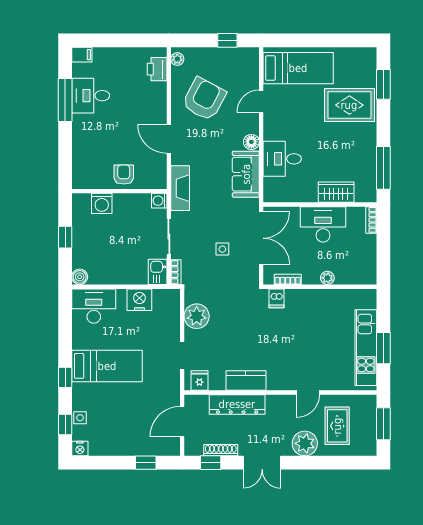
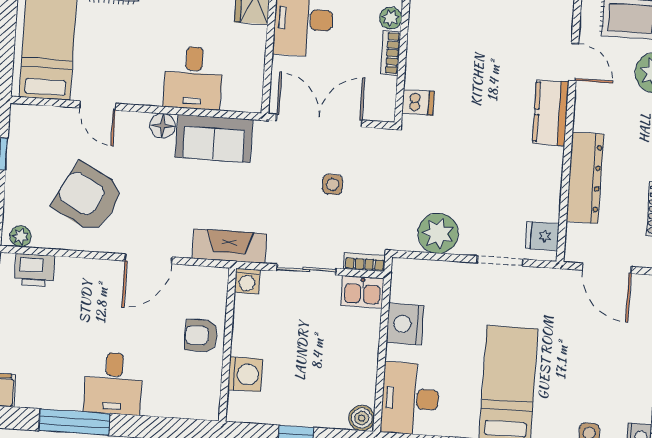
desk: (91, 96) -> (113, 383), moved
bookcase: (288, 279) -> (391, 53), moved
kitchen counter: (246, 381) -> (551, 113), moved

